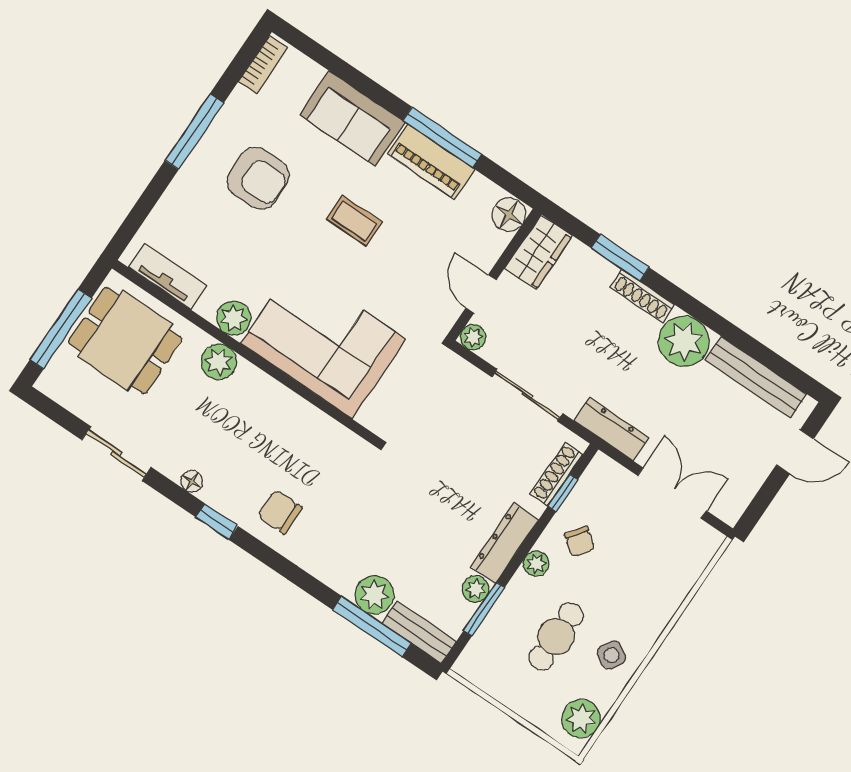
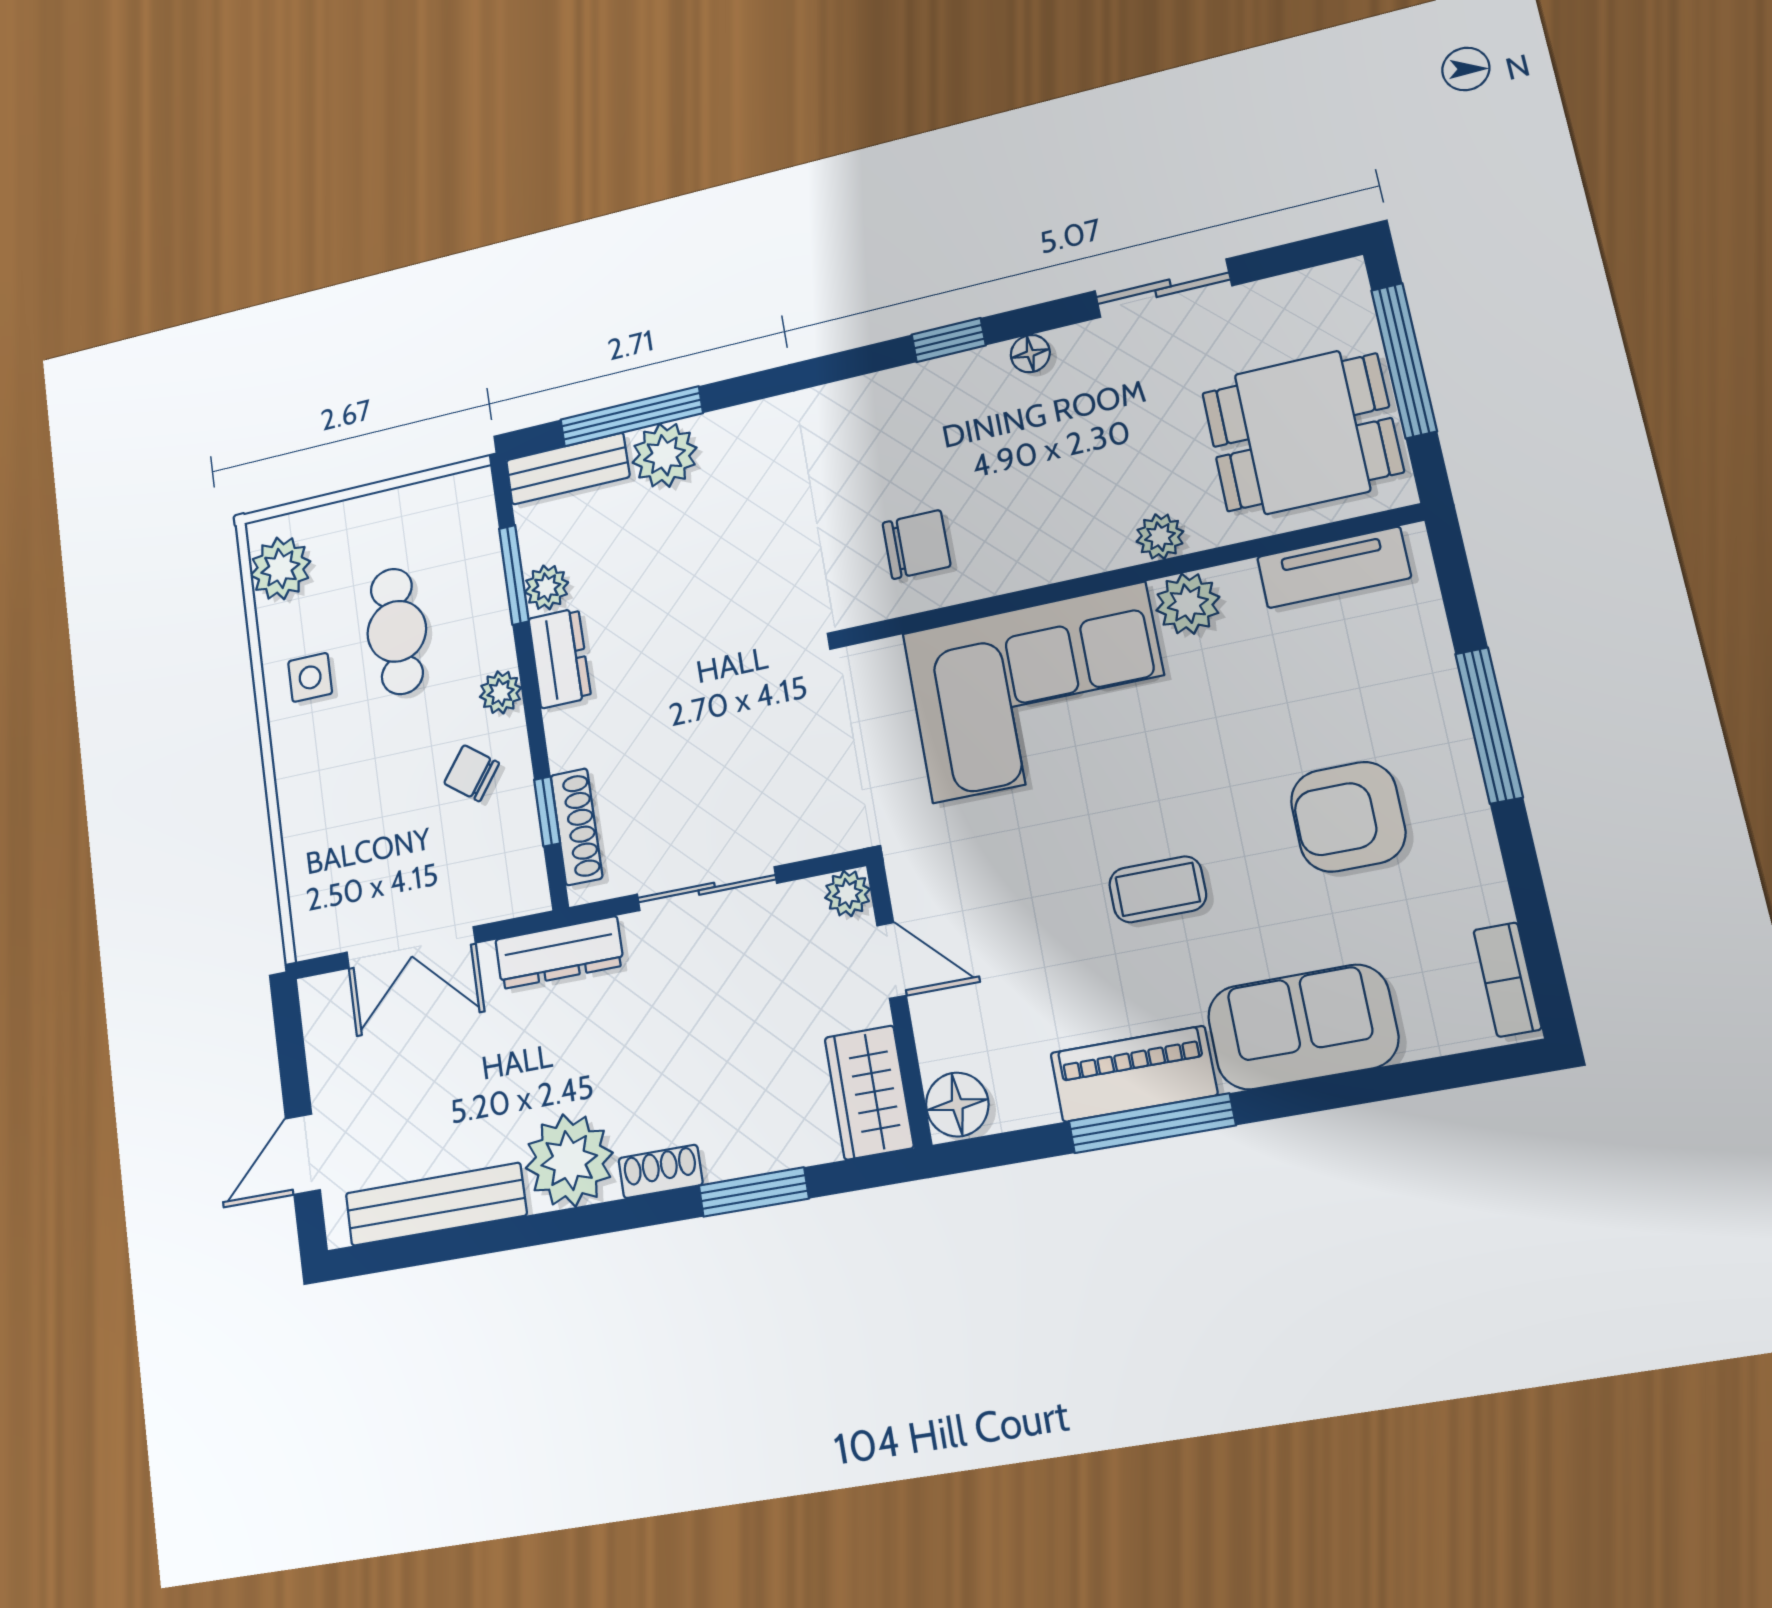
window: (194, 132) -> (1489, 725), moved
shoe rack: (642, 296) -> (661, 1171), width x0.70
plant: (219, 362) -> (1160, 537), width x0.73, depth x0.73
chair: (280, 512) -> (916, 545), moved
dresser: (505, 543) -> (560, 658), width x0.70
side table: (611, 655) -> (310, 677), turned -31

